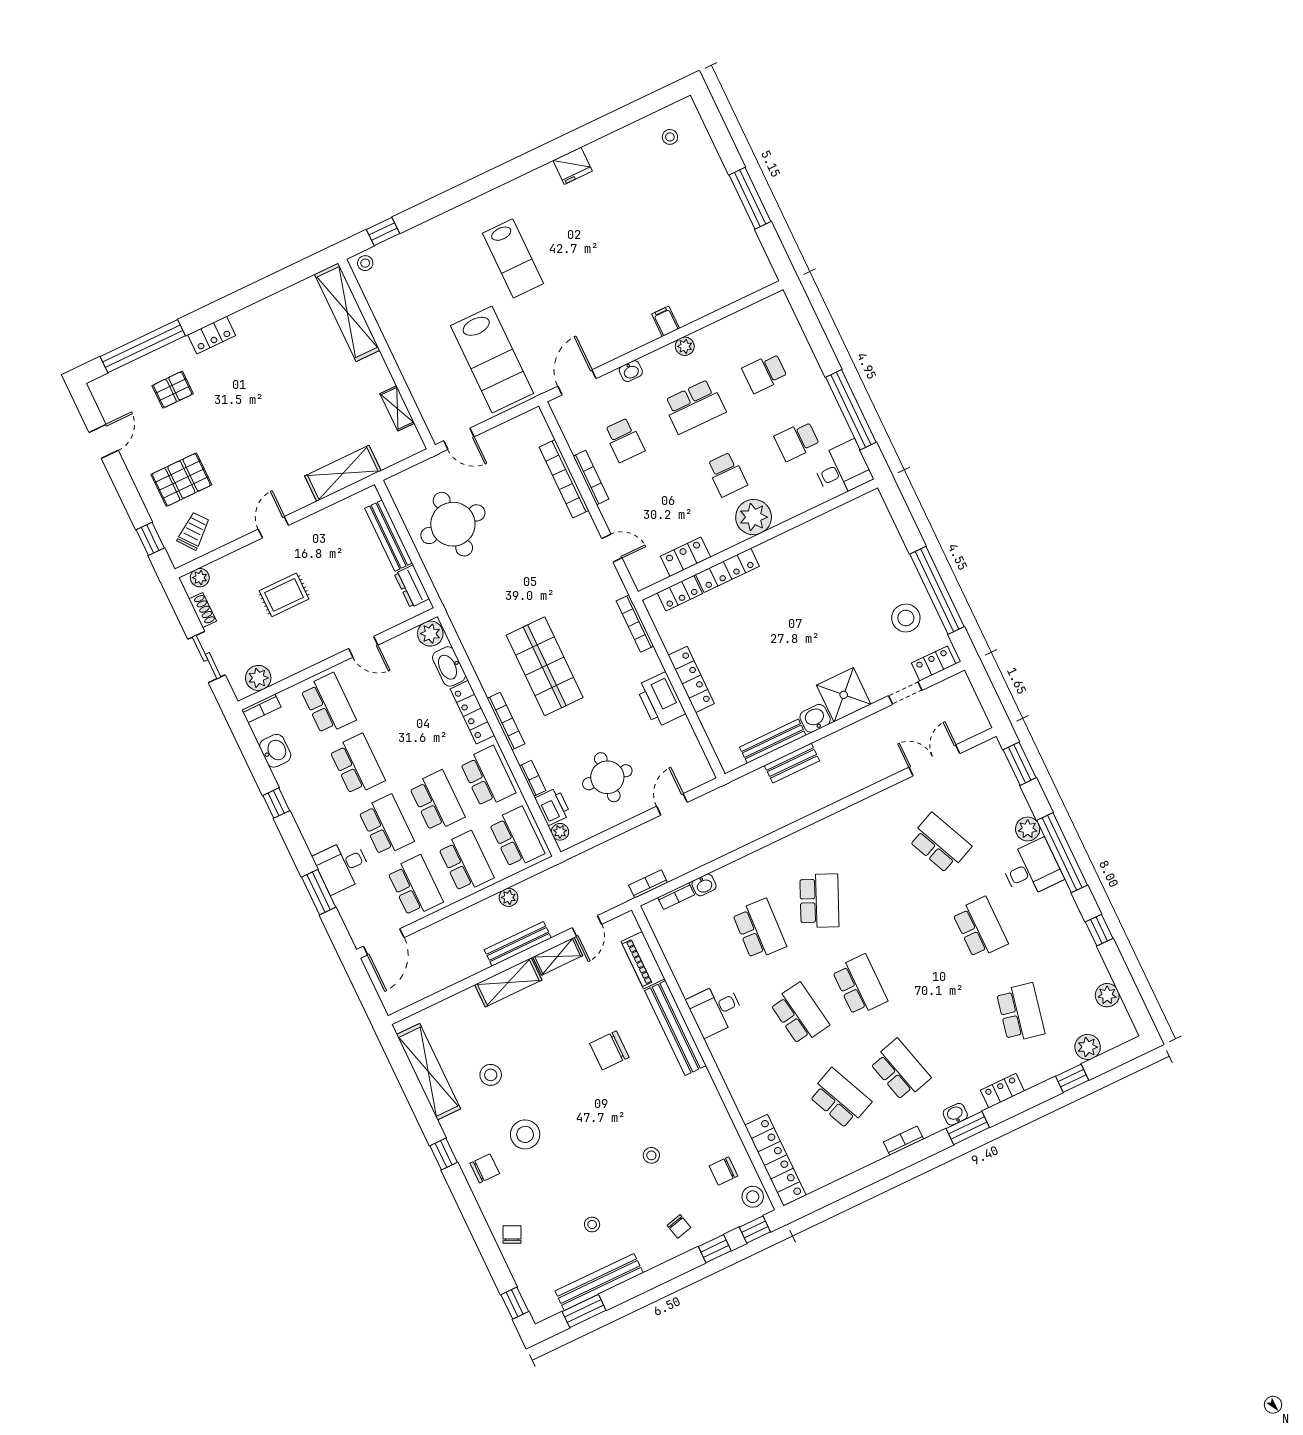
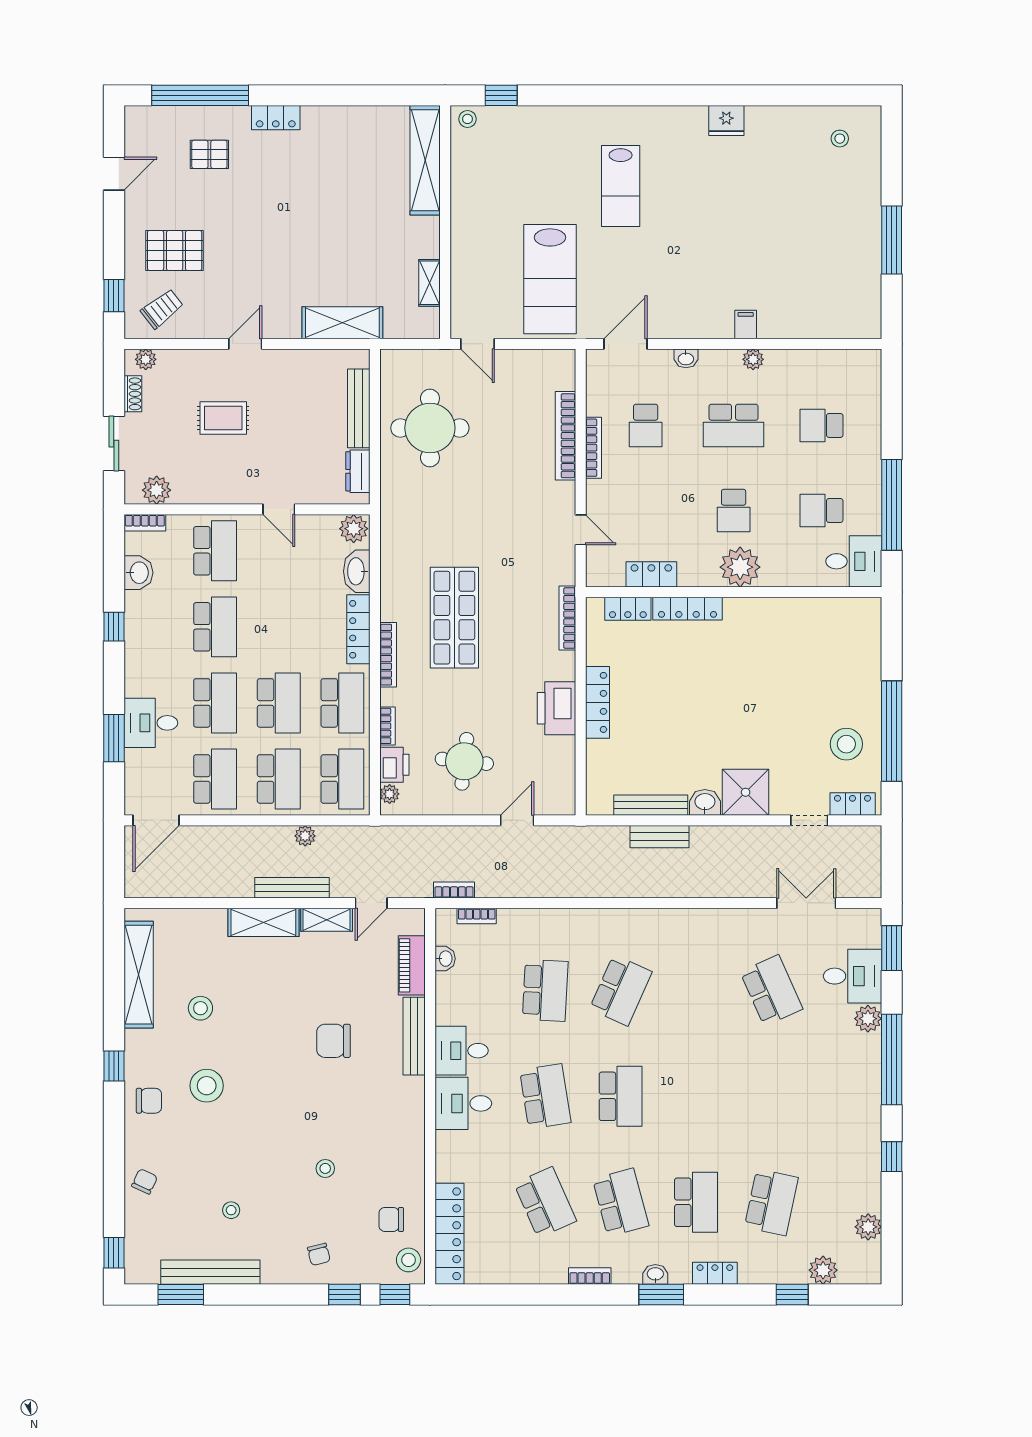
desk: (1032, 869) -> (853, 976), moved
washbasin: (704, 885) -> (445, 959), moved, turned -90
school desk: (980, 928) -> (696, 1202), moved
bench: (675, 1028) -> (414, 1036), width x0.73, depth x0.82
desk: (737, 1051) -> (463, 1103), added

